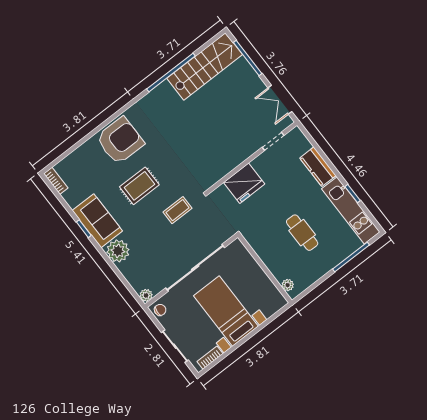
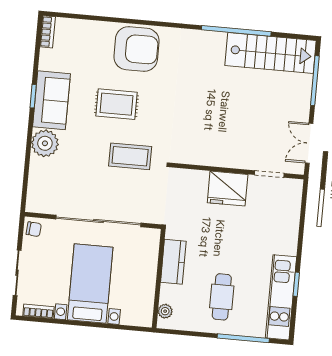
kitchen counter: (318, 167) -> (173, 262), moved, turned 180
fridge: (244, 183) -> (228, 189), moved
coffee table: (178, 210) -> (130, 156), width x1.36, depth x1.30
cafe table: (302, 233) -> (222, 297), moved
plant: (146, 295) -> (33, 205), removed

